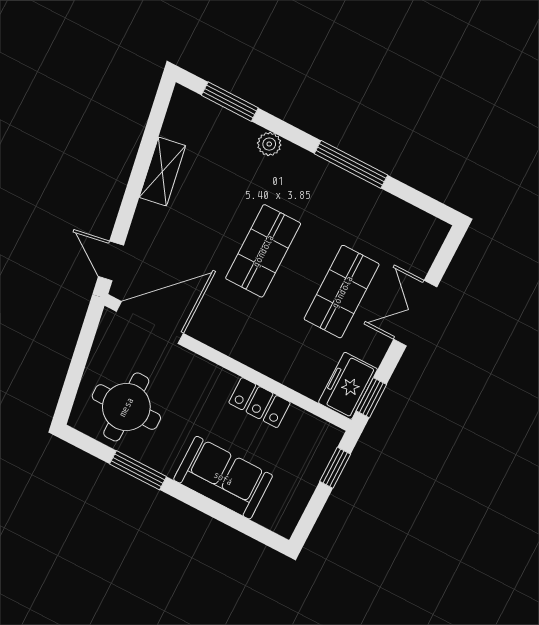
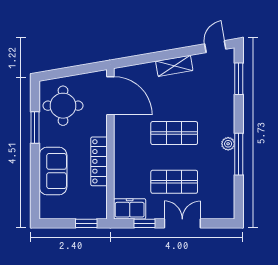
plant: (269, 144) -> (228, 144), moved
shelving: (162, 171) -> (174, 66), moved
door: (111, 261) -> (215, 47), moved
window: (371, 398) -> (145, 223), moved
locker: (260, 403) -> (99, 161), width x1.53

